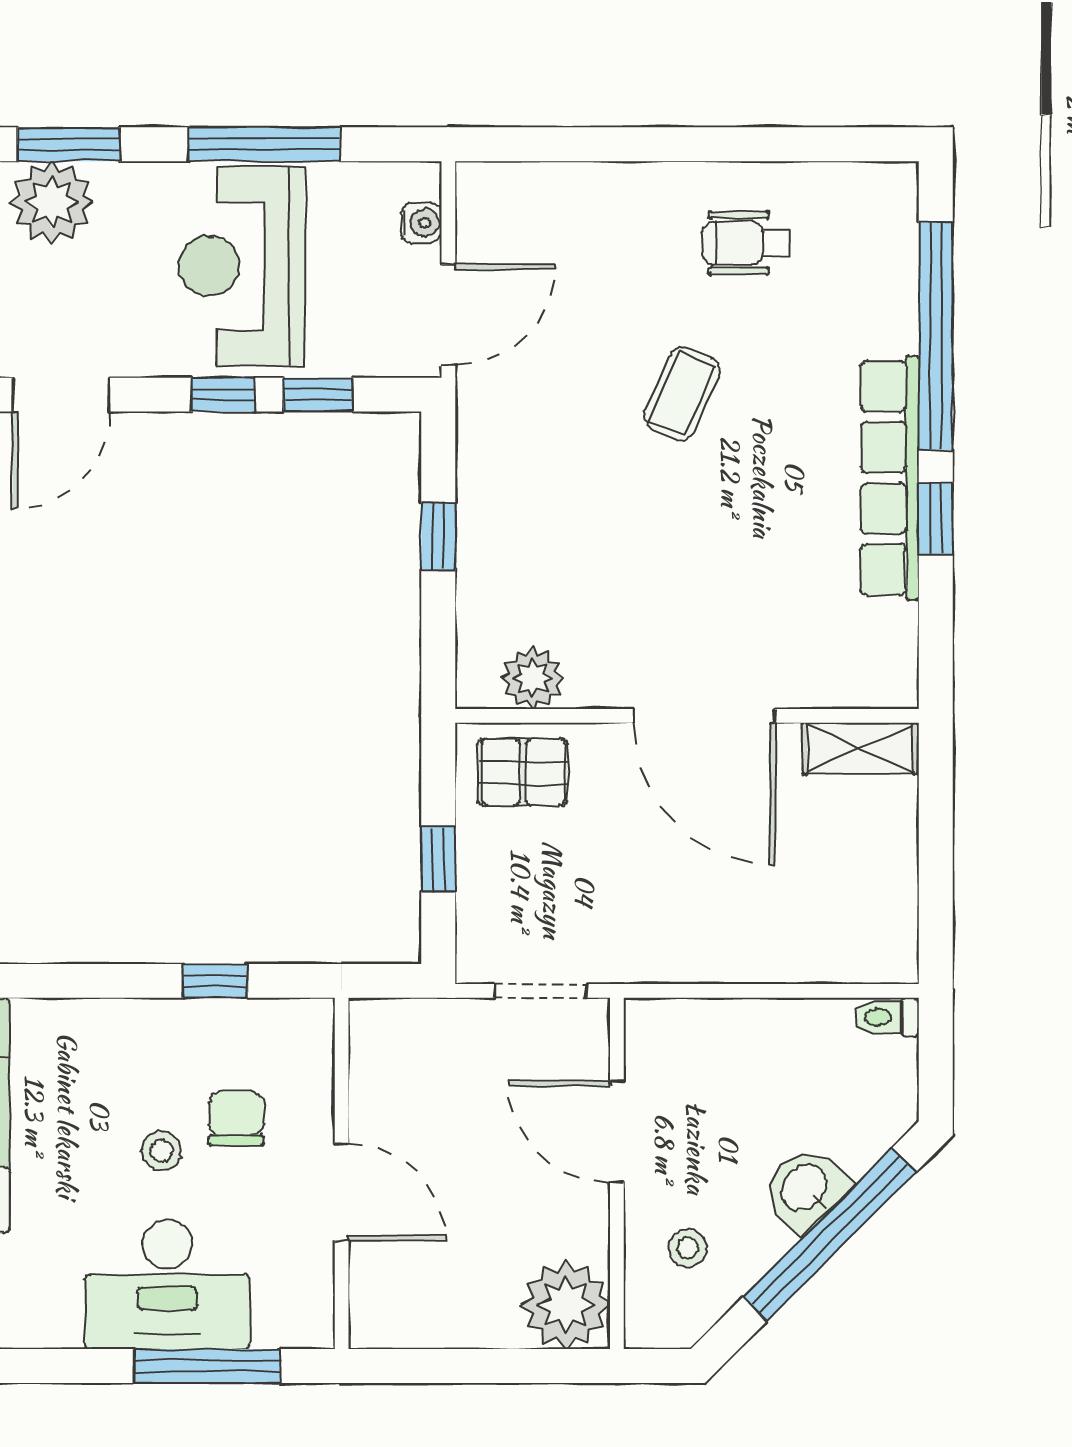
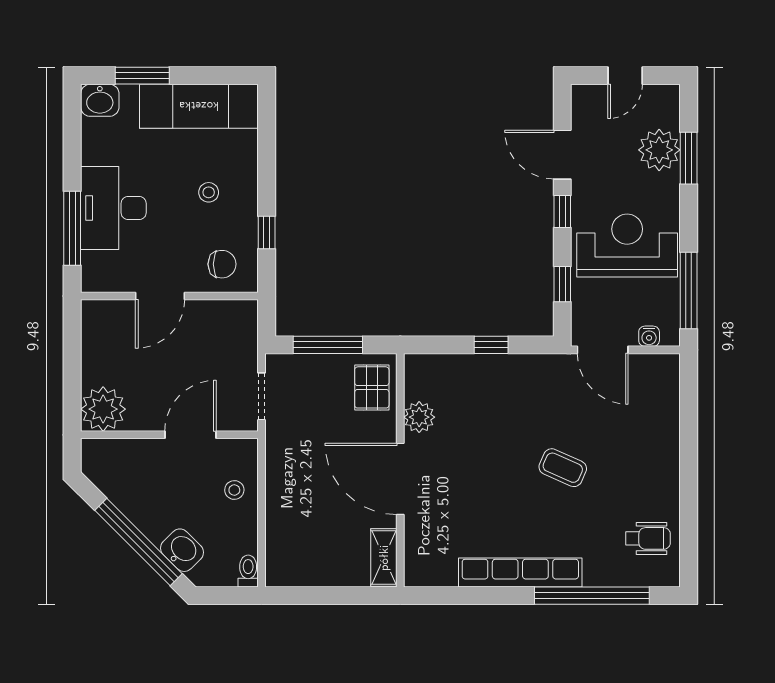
window: (265, 144) -> (689, 290), moved
wheelchair: (746, 243) -> (648, 538), moved, turned 90
window: (223, 395) -> (562, 211), moved
window: (936, 519) -> (500, 596), removed
plant: (533, 678) -> (419, 417), moved
door: (704, 716) -> (400, 479), hinge flipped
window: (438, 859) -> (328, 345), width x2.17
chair: (236, 1118) -> (222, 264), moved
stool: (162, 1151) -> (209, 192), moved
washbasin: (805, 1189) -> (182, 550), moved
stool: (688, 1248) -> (234, 490), moved

